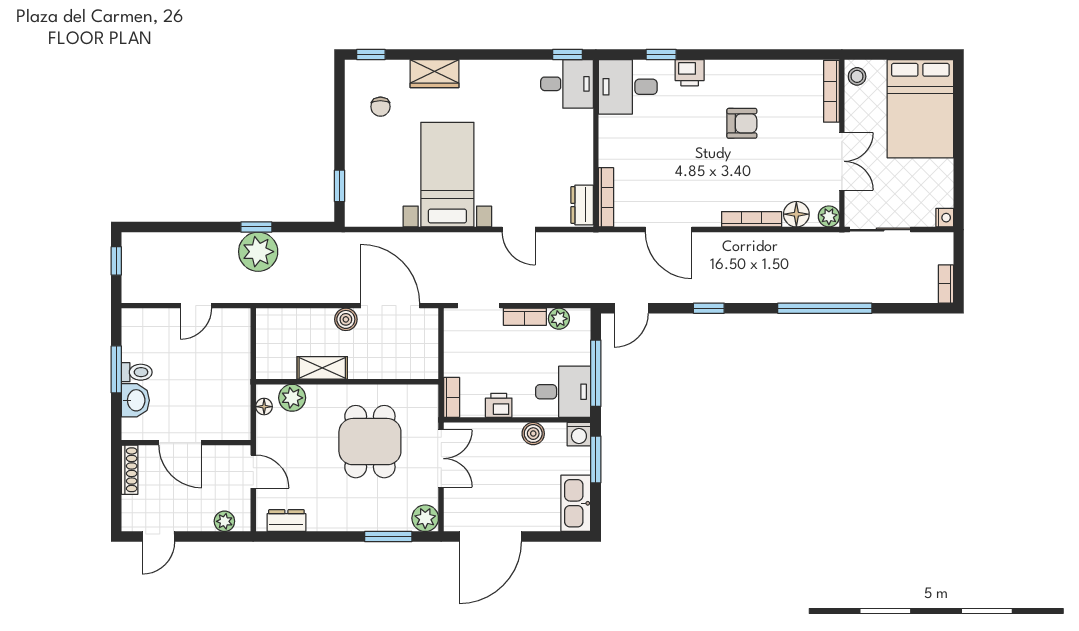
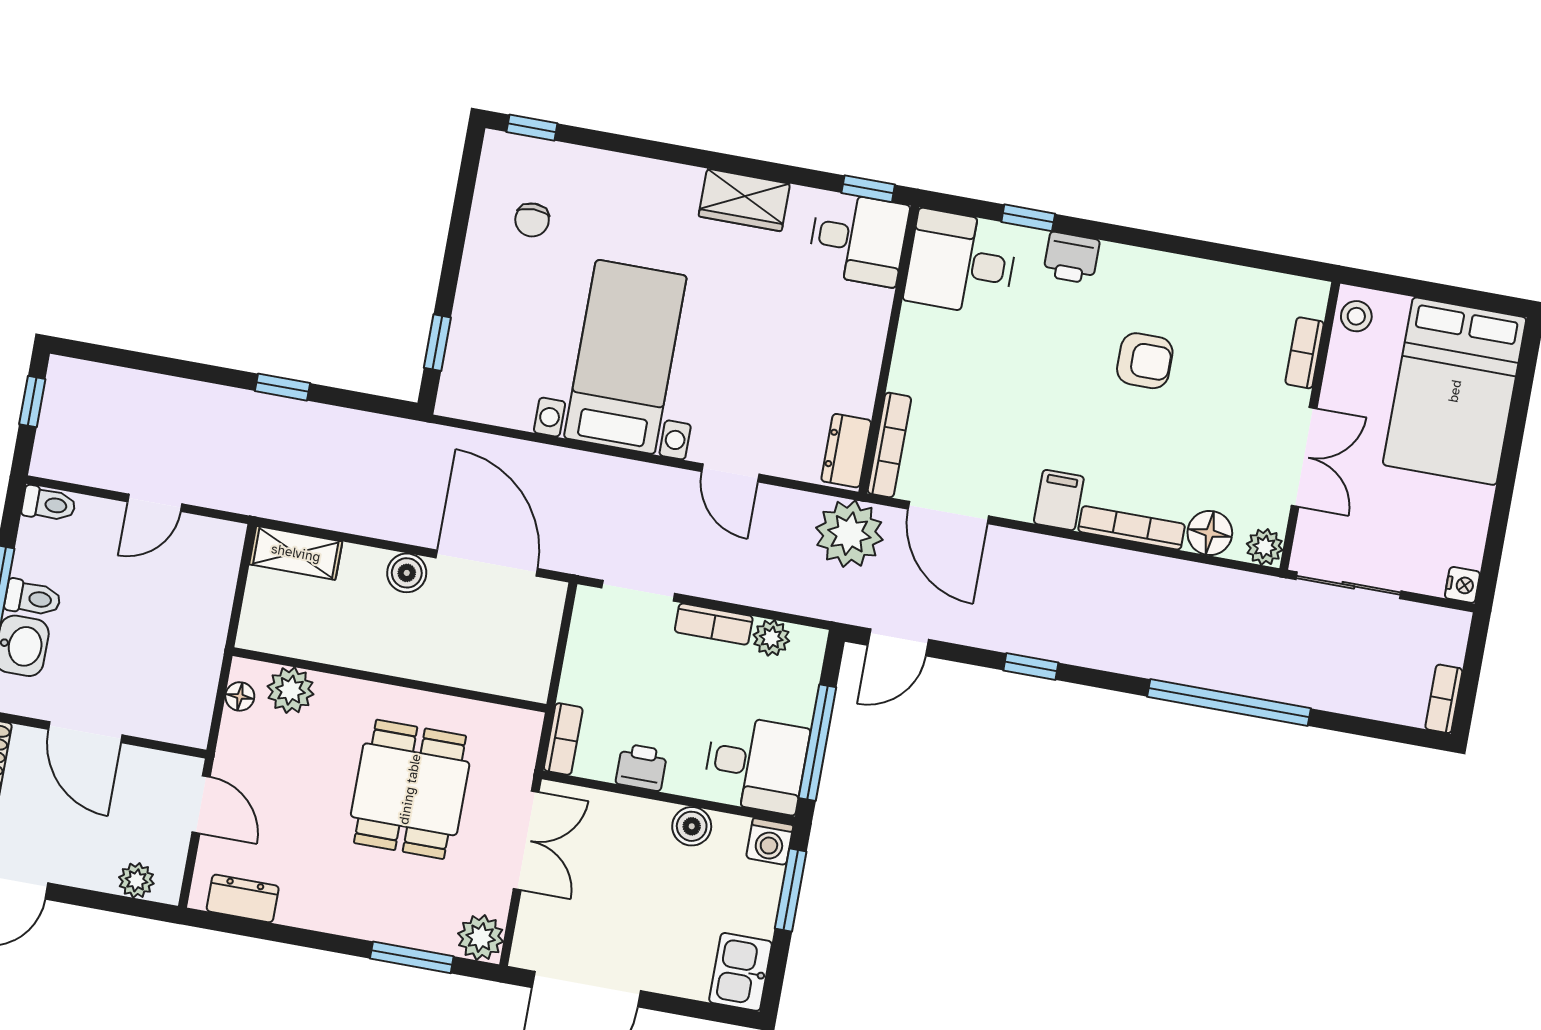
wardrobe: (435, 74) -> (744, 200), moved
bookcase: (832, 91) -> (1305, 353), width x0.64
filing cabinet: (708, 211) -> (1059, 500), added
door: (669, 230) -> (948, 513), moved
plant: (258, 252) -> (849, 534), moved
toilet: (136, 317) -> (49, 504), added
shelving: (322, 368) -> (296, 553), moved
kitchen sink: (576, 503) -> (740, 972), width x0.73

